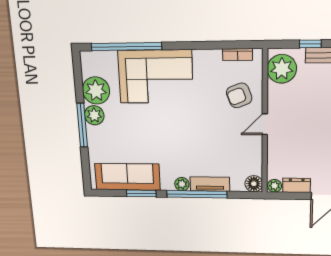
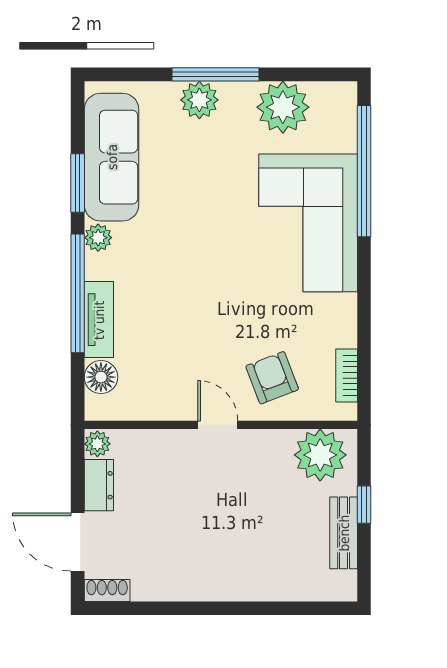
plant: (94, 115) -> (199, 100), moved
plant: (182, 184) -> (98, 238), moved
floor lamp: (254, 184) -> (101, 377), moved

